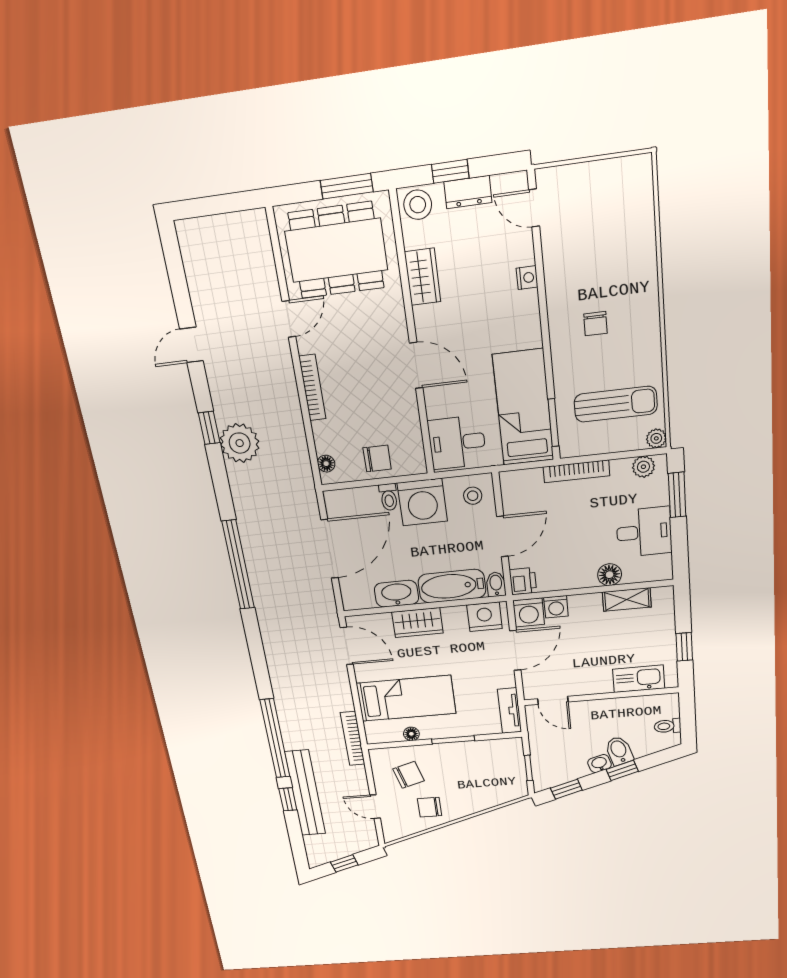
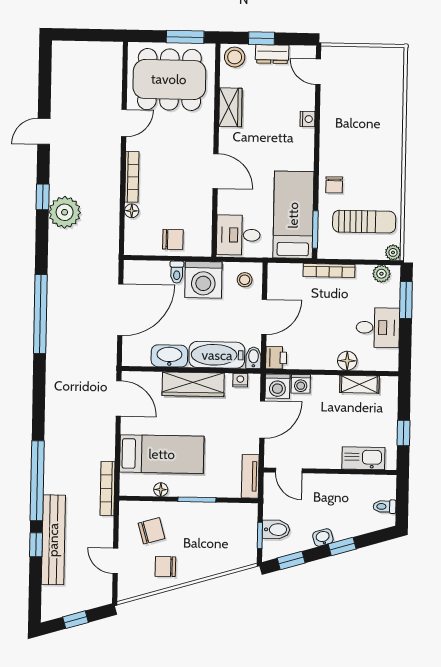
chair: (595, 324) -> (334, 185), moved
floor lamp: (326, 464) -> (132, 211), moved
nightstand: (485, 617) -> (240, 380), width x0.53, depth x0.56
wardrobe: (417, 623) -> (193, 384), width x1.50
bidet: (619, 751) -> (276, 530), moved, turned 106

